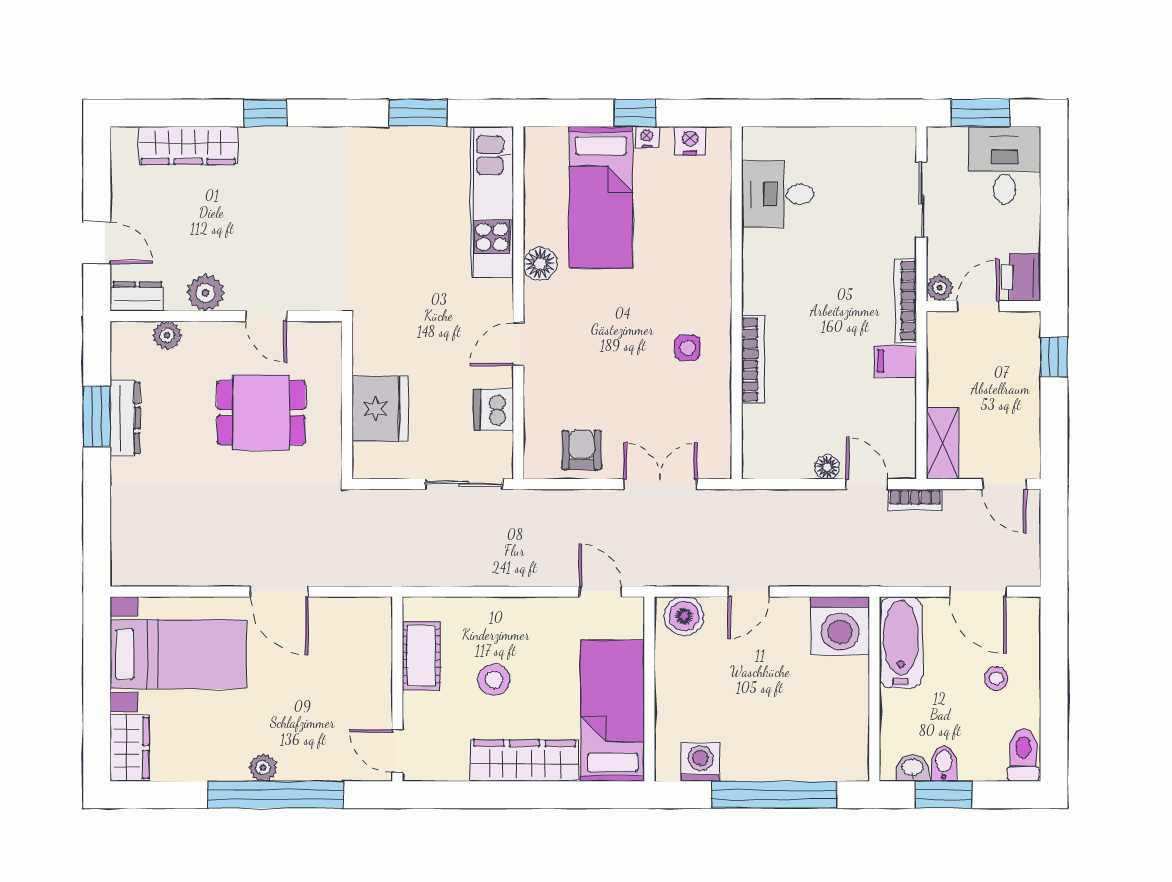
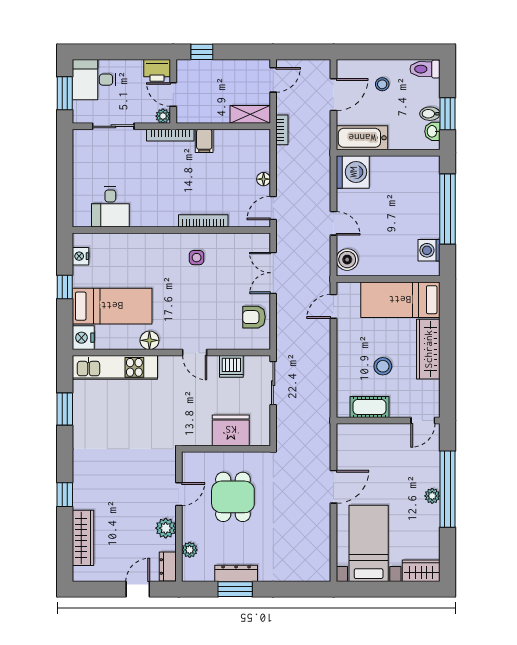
nightstand: (647, 137) -> (83, 338), moved, width x1.89, depth x1.79
door: (867, 484) -> (273, 208), moved

